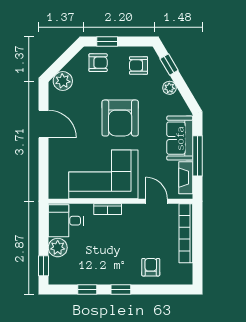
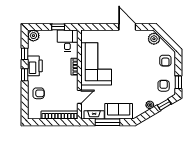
window: (107, 42) -> (178, 82), moved
armchair: (120, 118) -> (131, 74), removed
door: (43, 124) -> (127, 27), swing flipped
plant: (58, 248) -> (33, 36), moved
window: (43, 266) -> (58, 27), moved
printer: (107, 273) -> (35, 66), added

